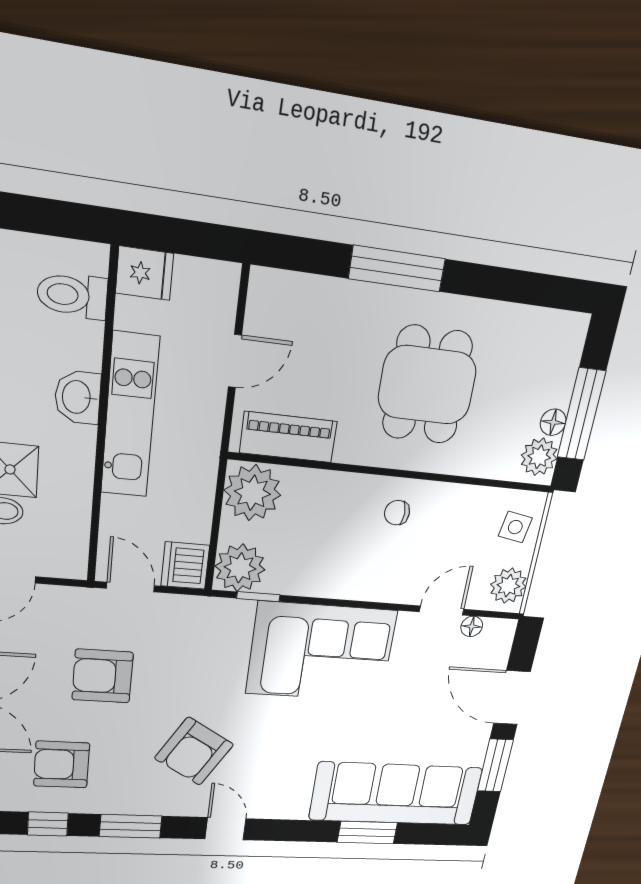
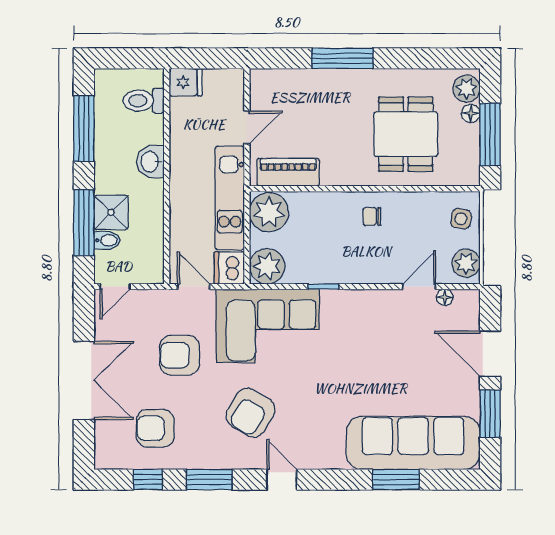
dining table: (427, 385) -> (406, 134), moved
kitchen unit: (130, 416) -> (230, 198), moved, turned 180
floor lamp: (553, 422) -> (471, 113), moved
plant: (539, 457) -> (467, 89), moved
window: (258, 597) -> (323, 287), moved
corner sofa: (321, 652) -> (268, 326), moved

